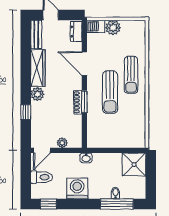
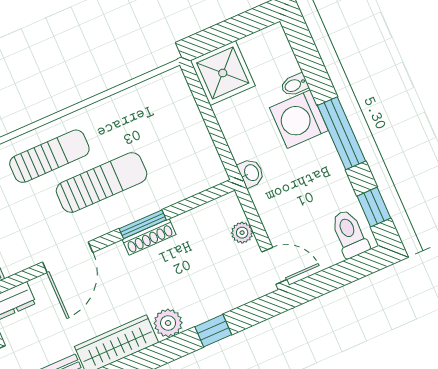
toilet: (42, 177) -> (350, 234), moved
washing machine: (77, 188) -> (299, 119), moved
window: (117, 204) -> (341, 133), moved

